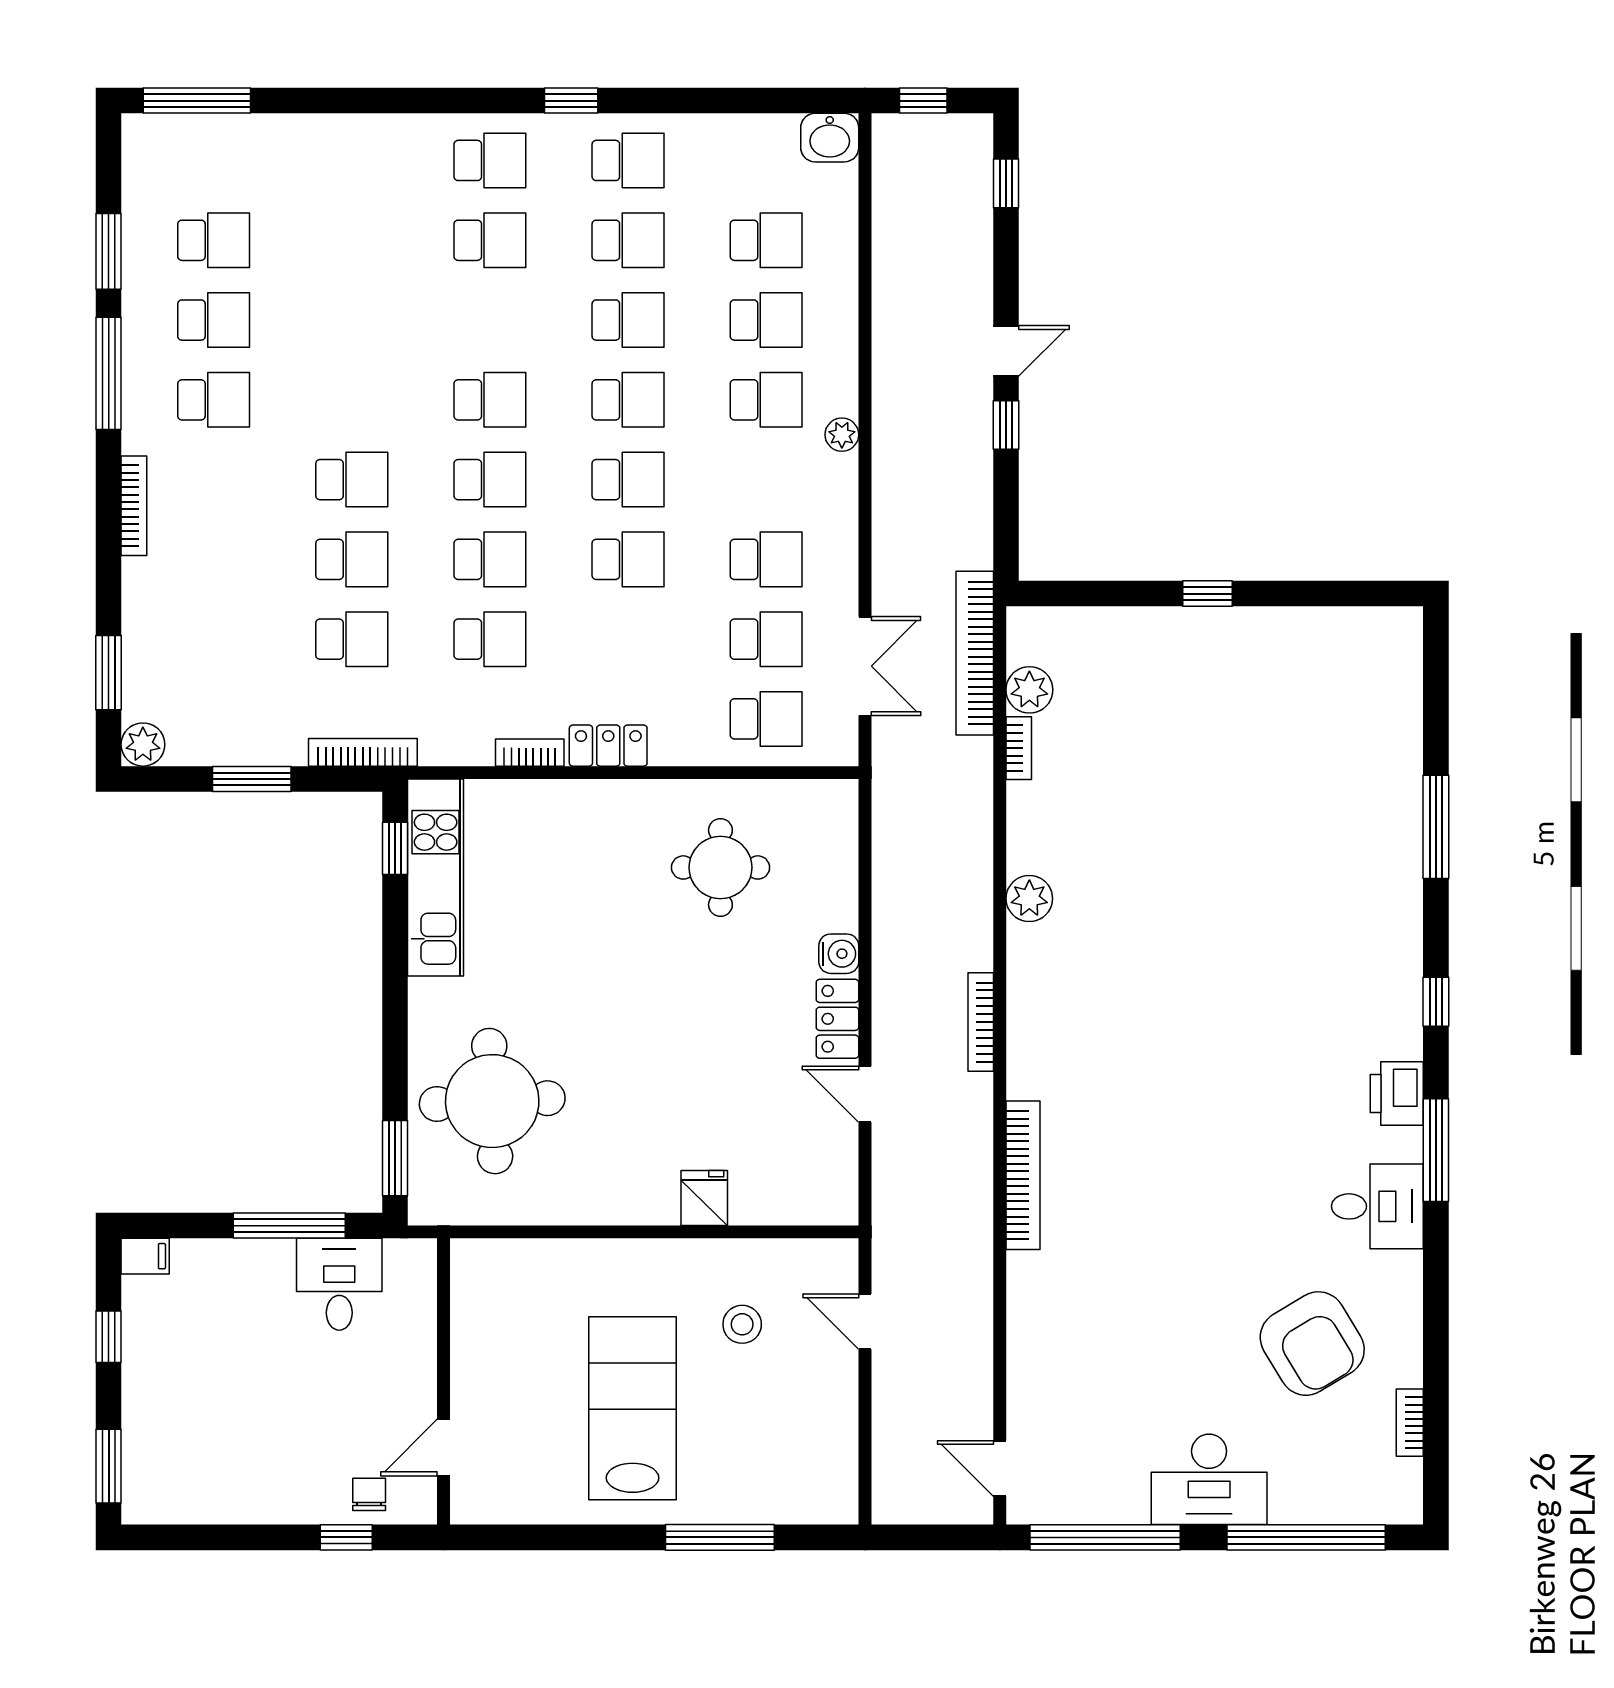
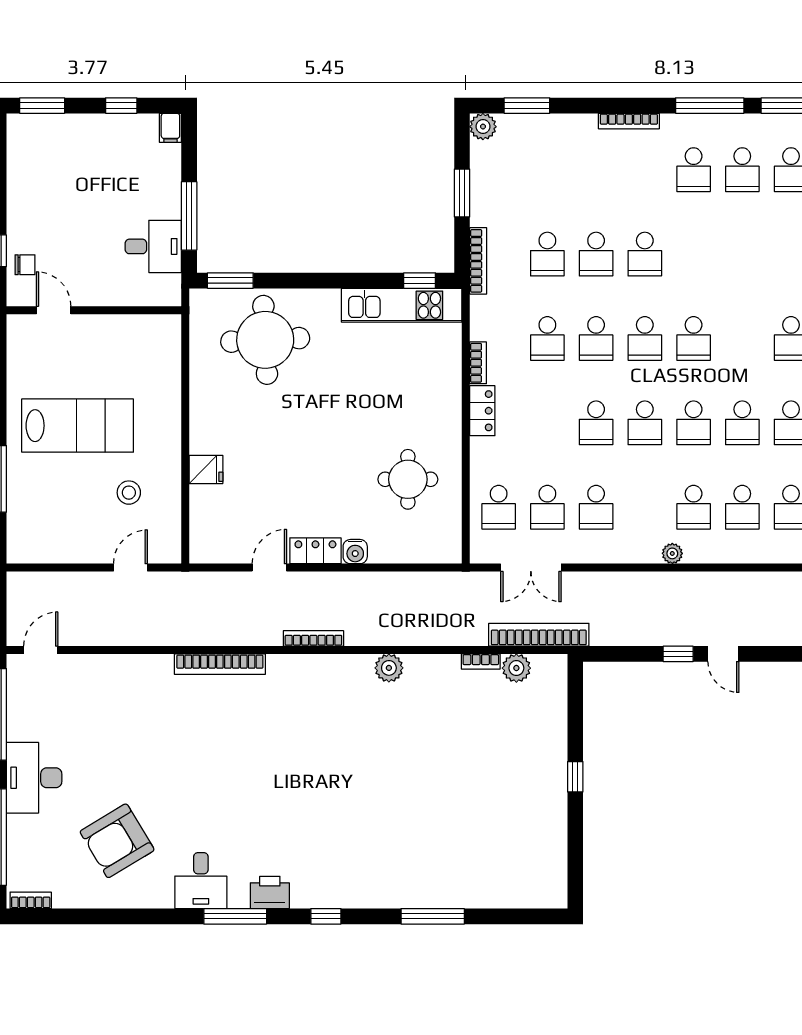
bookcase: (1410, 1423) -> (31, 900), moved

